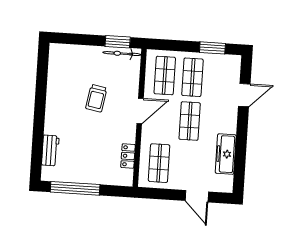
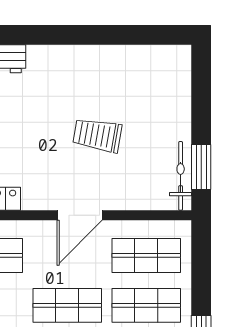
door: (140, 111) -> (80, 215), hinge flipped

